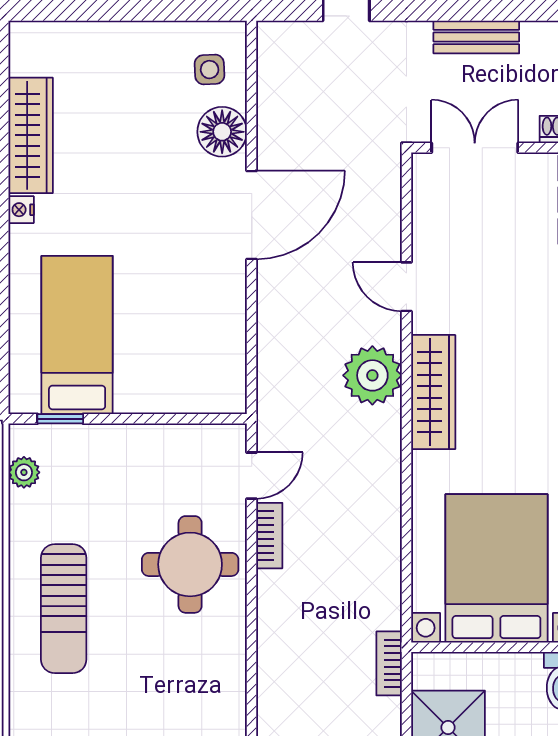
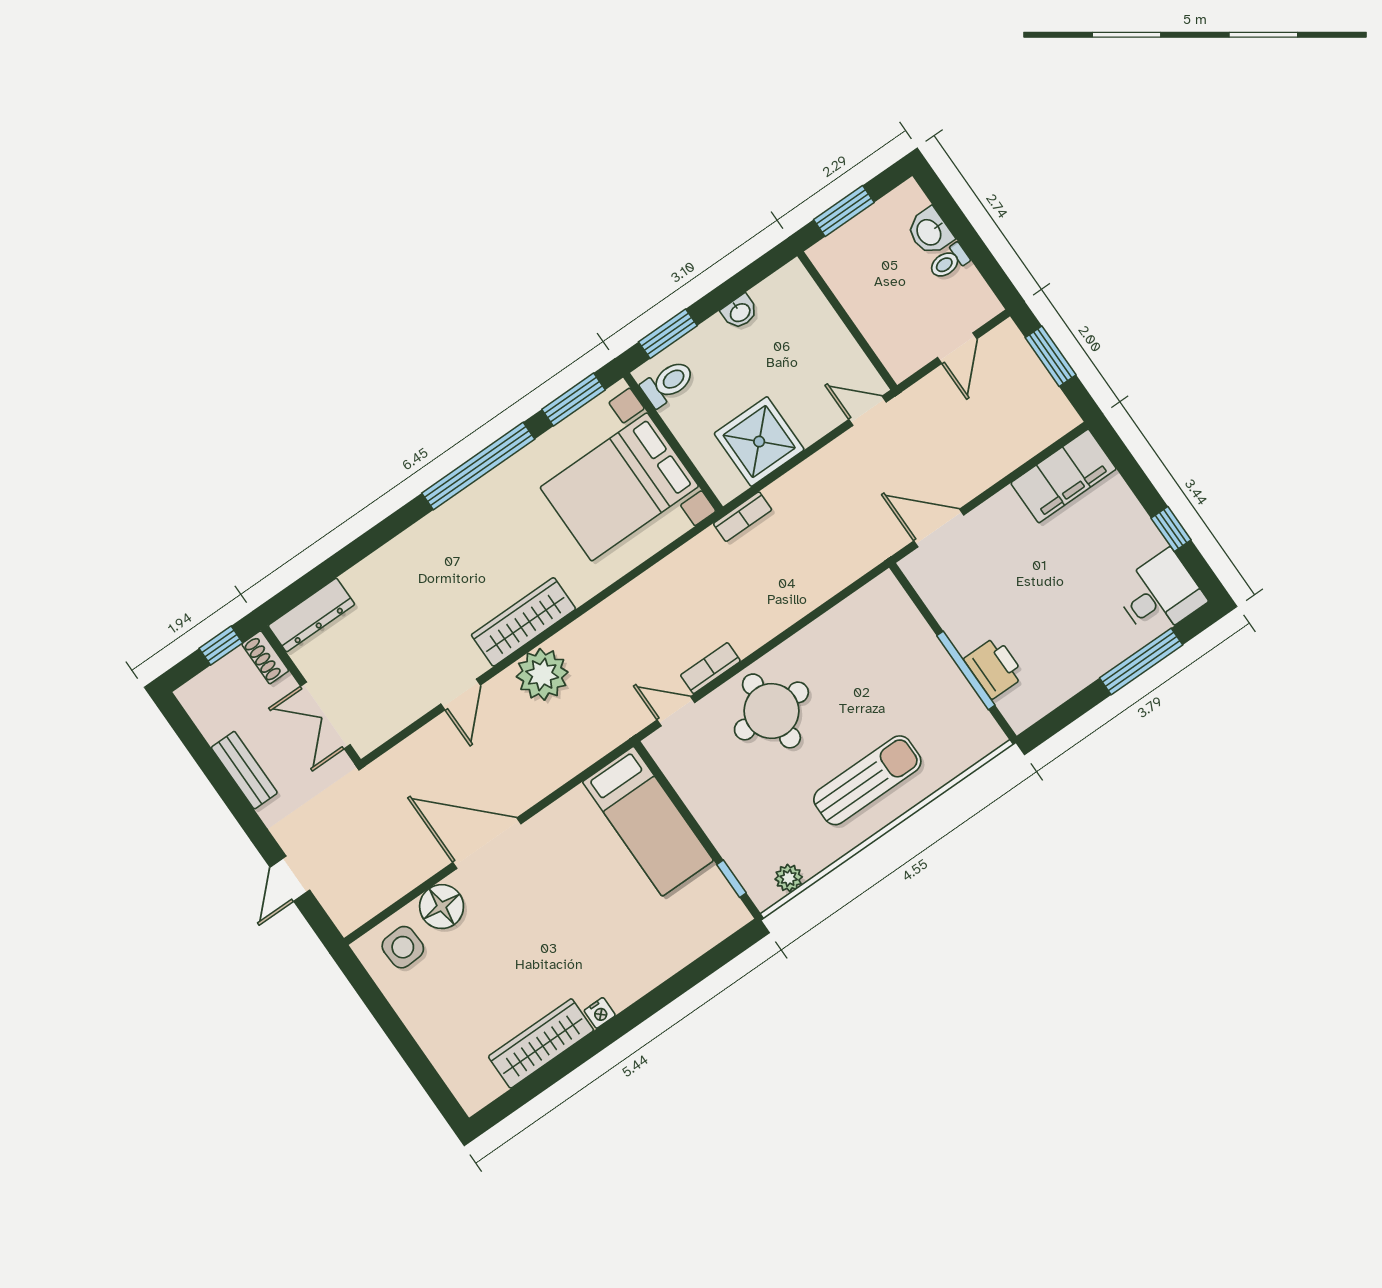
side table: (210, 70) -> (403, 947), width x1.37, depth x1.37
bed: (77, 335) -> (648, 821), moved, turned -90

